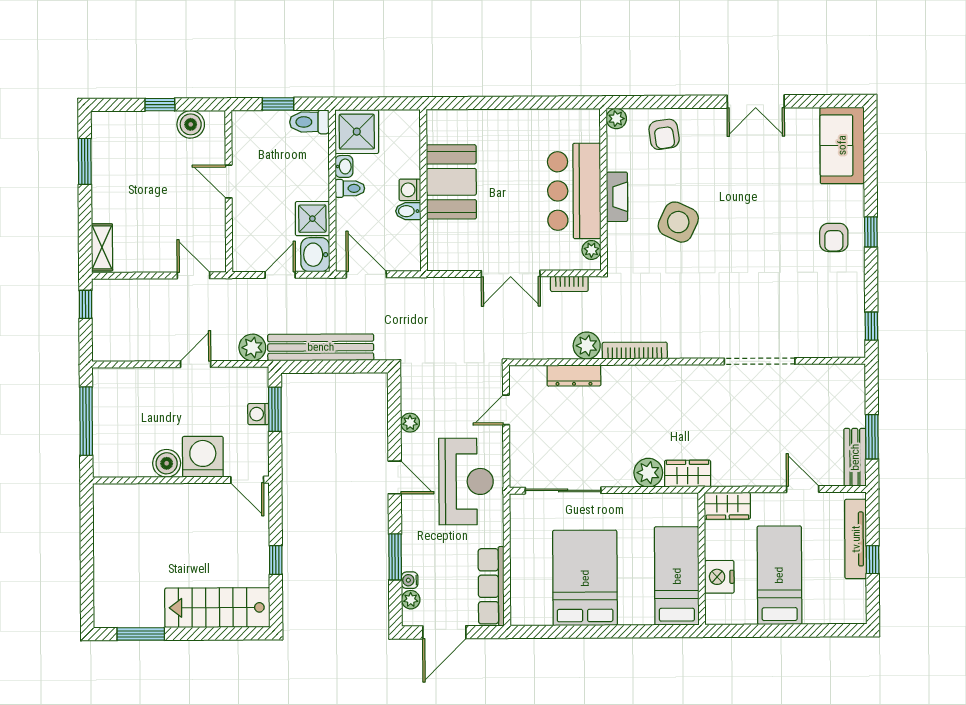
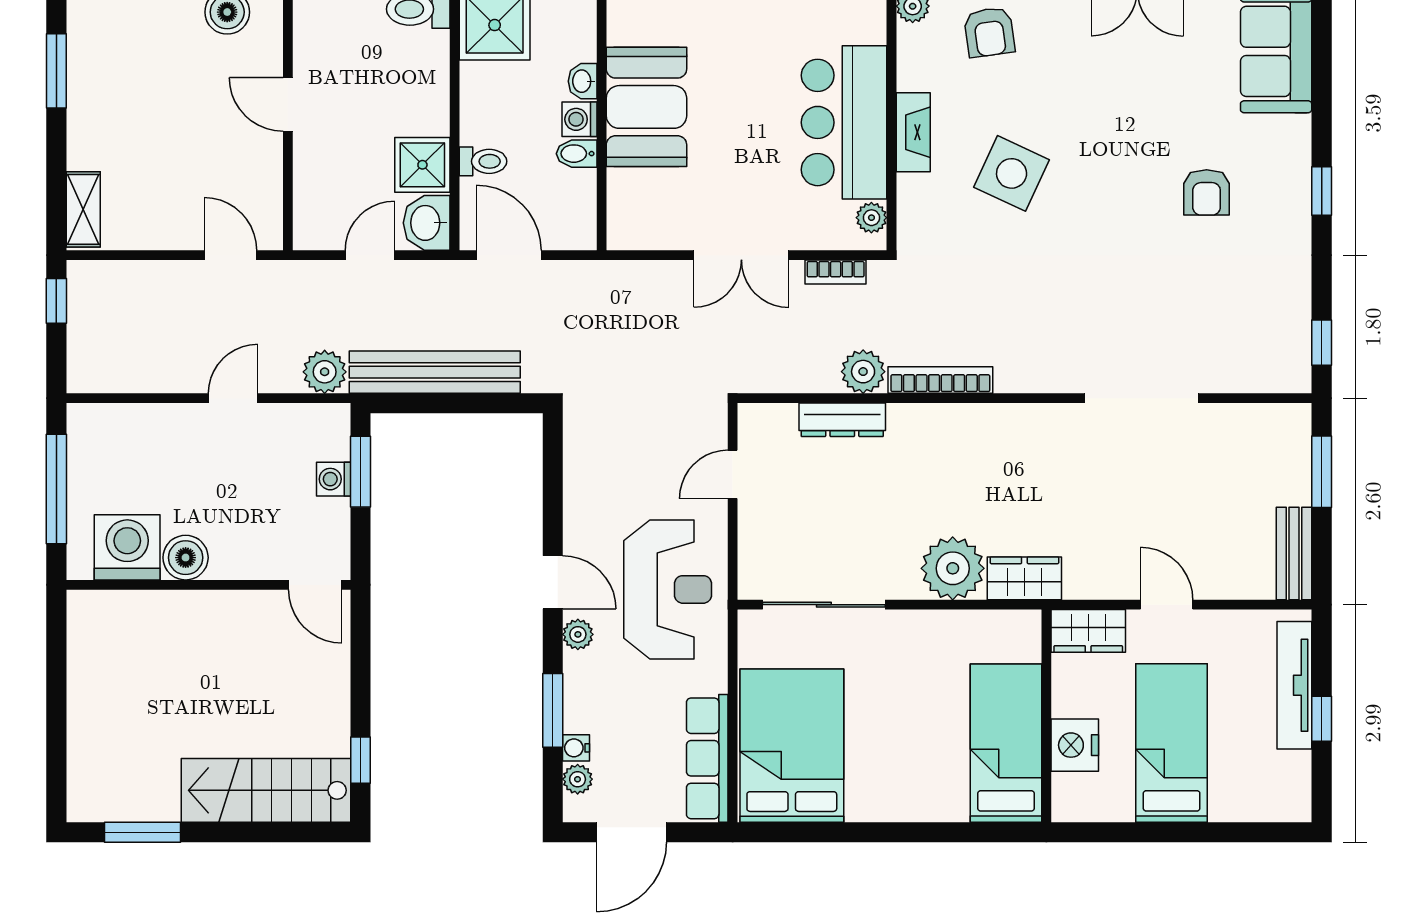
washbasin: (344, 166) -> (583, 81), moved, turned 180
toilet: (350, 188) -> (483, 161), moved
armchair: (834, 237) -> (1207, 192), moved
plant: (410, 423) -> (578, 634), moved
window: (872, 437) -> (1322, 472), moved
washing machine: (203, 457) -> (127, 547), moved
plant: (648, 473) -> (953, 568), width x1.36, depth x1.36
door: (803, 489) -> (1167, 605), moved
window: (276, 560) -> (361, 760), moved
bed: (585, 578) -> (792, 746), moved

